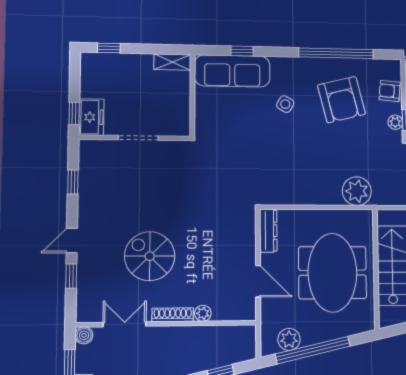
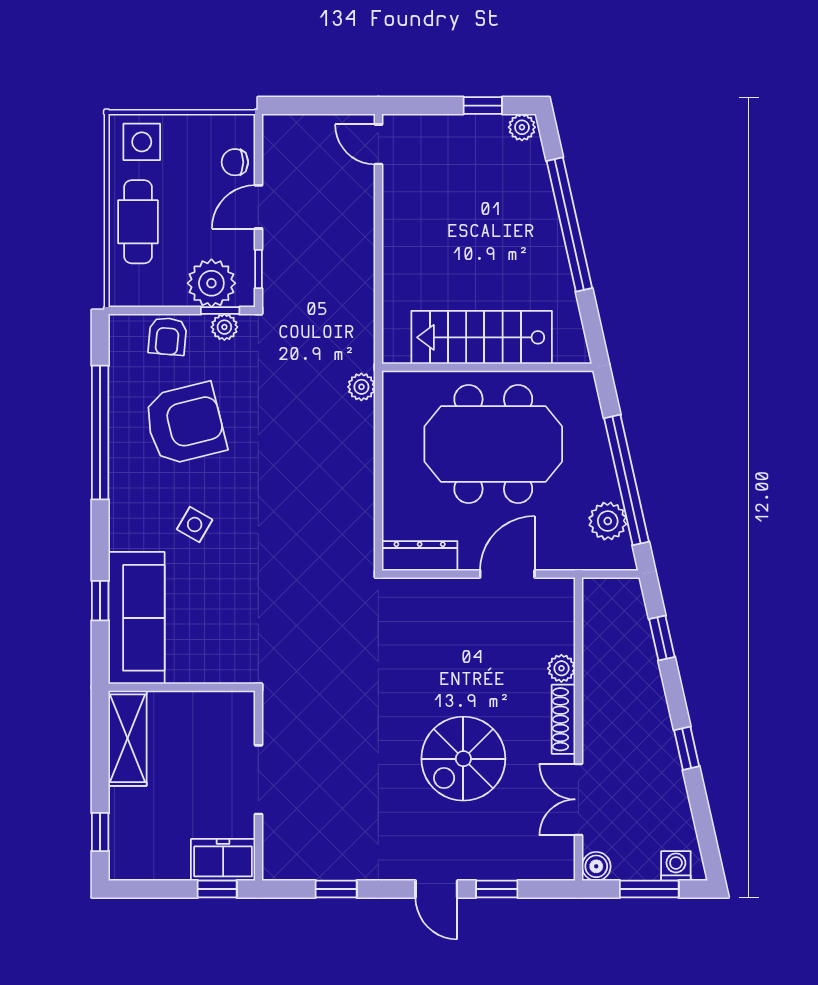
shelving: (172, 62) -> (127, 738), width x1.50, depth x1.33
plant: (357, 191) -> (361, 387), width x0.53, depth x0.53

